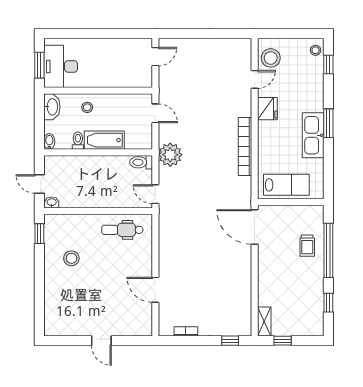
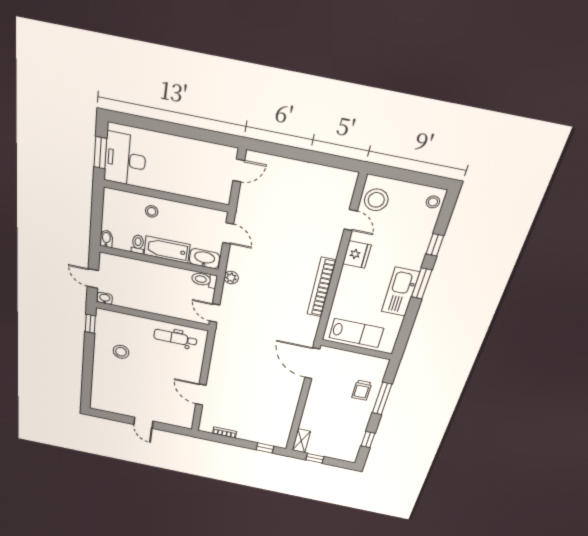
window: (328, 65) -> (435, 245), moved
door: (255, 79) -> (351, 220), hinge flipped
washbasin: (52, 107) -> (204, 259), moved, turned -90
plant: (170, 155) -> (231, 278), width x0.53, depth x0.53
window: (328, 250) -> (382, 399), width x0.68

